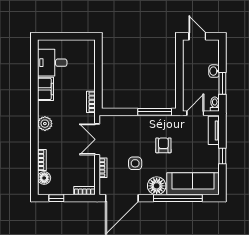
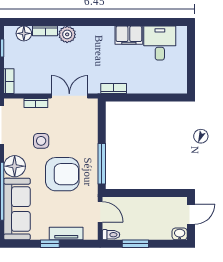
washbasin: (214, 71) -> (180, 234), moved
plant: (45, 124) -> (67, 34), moved
tv unit: (214, 130) -> (66, 234), moved
armchair: (163, 145) -> (62, 174), width x1.88, depth x1.88

